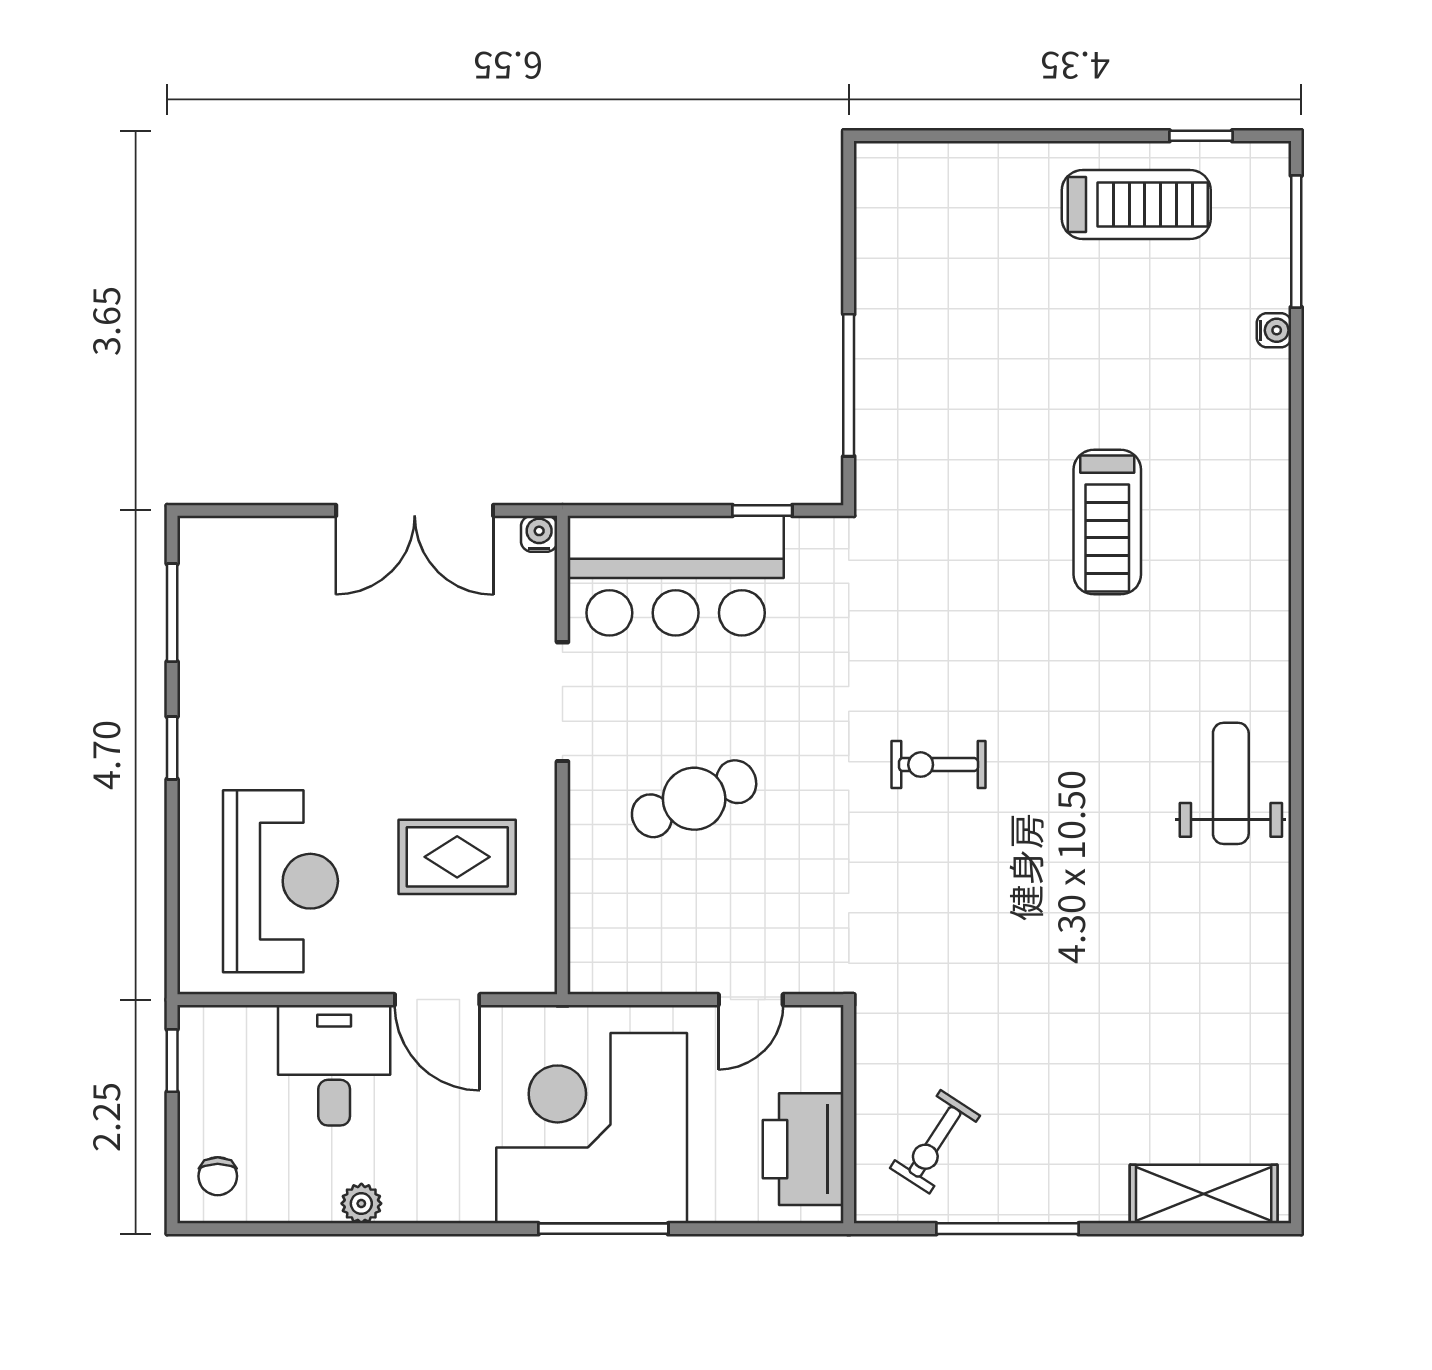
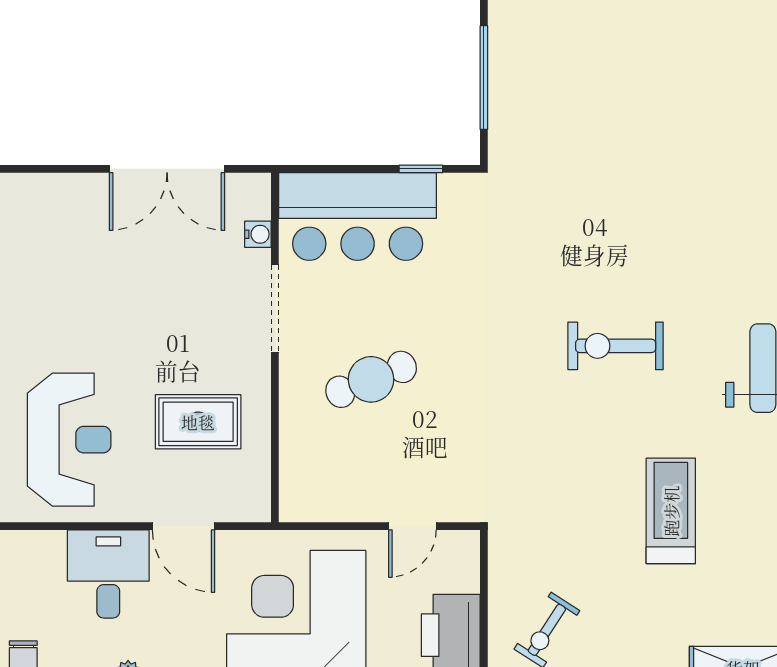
treadmill: (1107, 522) -> (671, 511), moved, turned 180
water cooler: (539, 534) -> (258, 234), moved, turned 90
exercise bike: (938, 765) -> (616, 346), moved, width x1.38, depth x1.39

